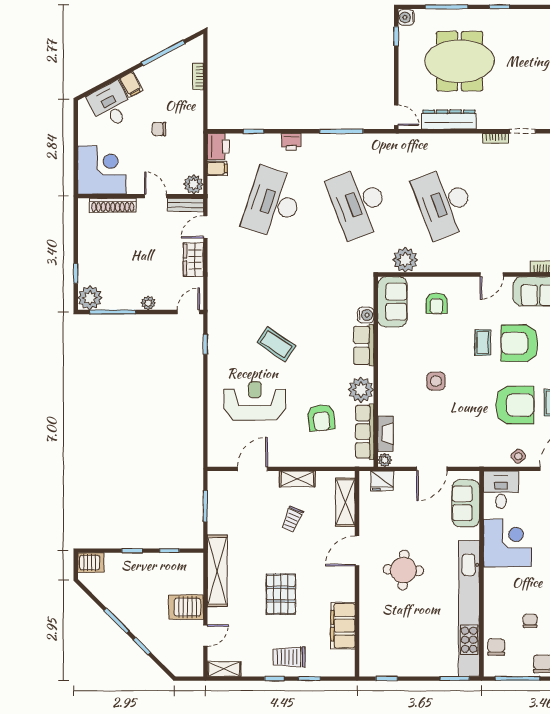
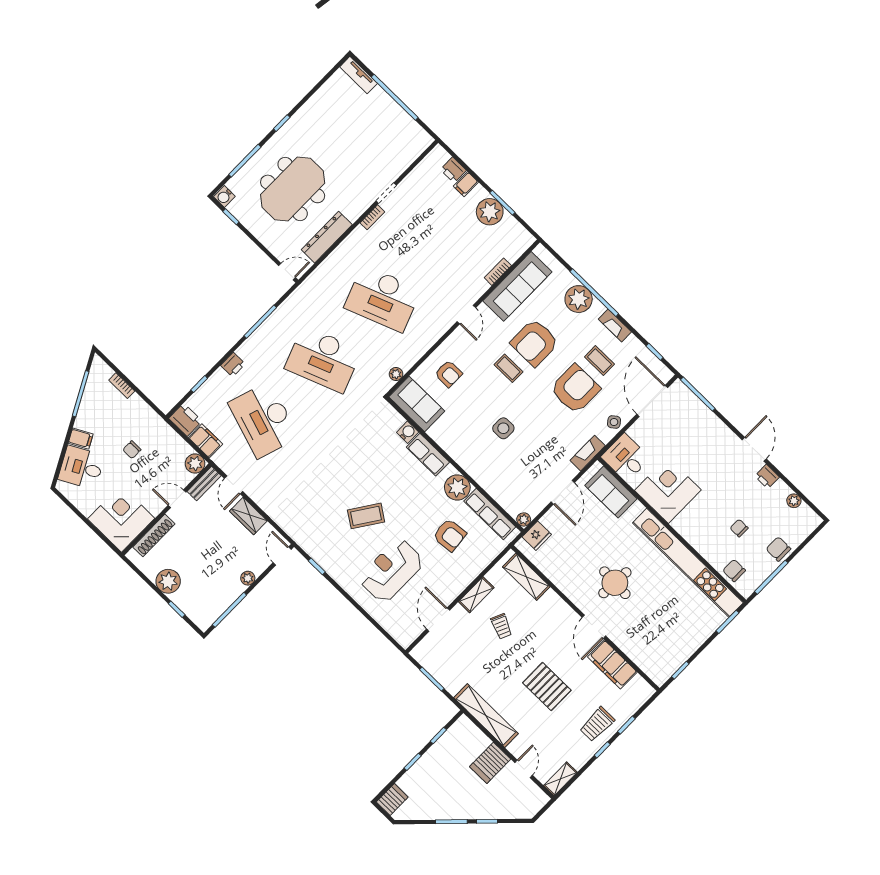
filing cabinet: (217, 168) -> (205, 441), width x2.00
plant: (405, 260) -> (396, 374), width x0.53, depth x0.53
plant: (90, 298) -> (168, 581), moved
fireplace: (385, 434) -> (588, 453), moved, turned -90
door: (357, 551) -> (594, 627), moved

